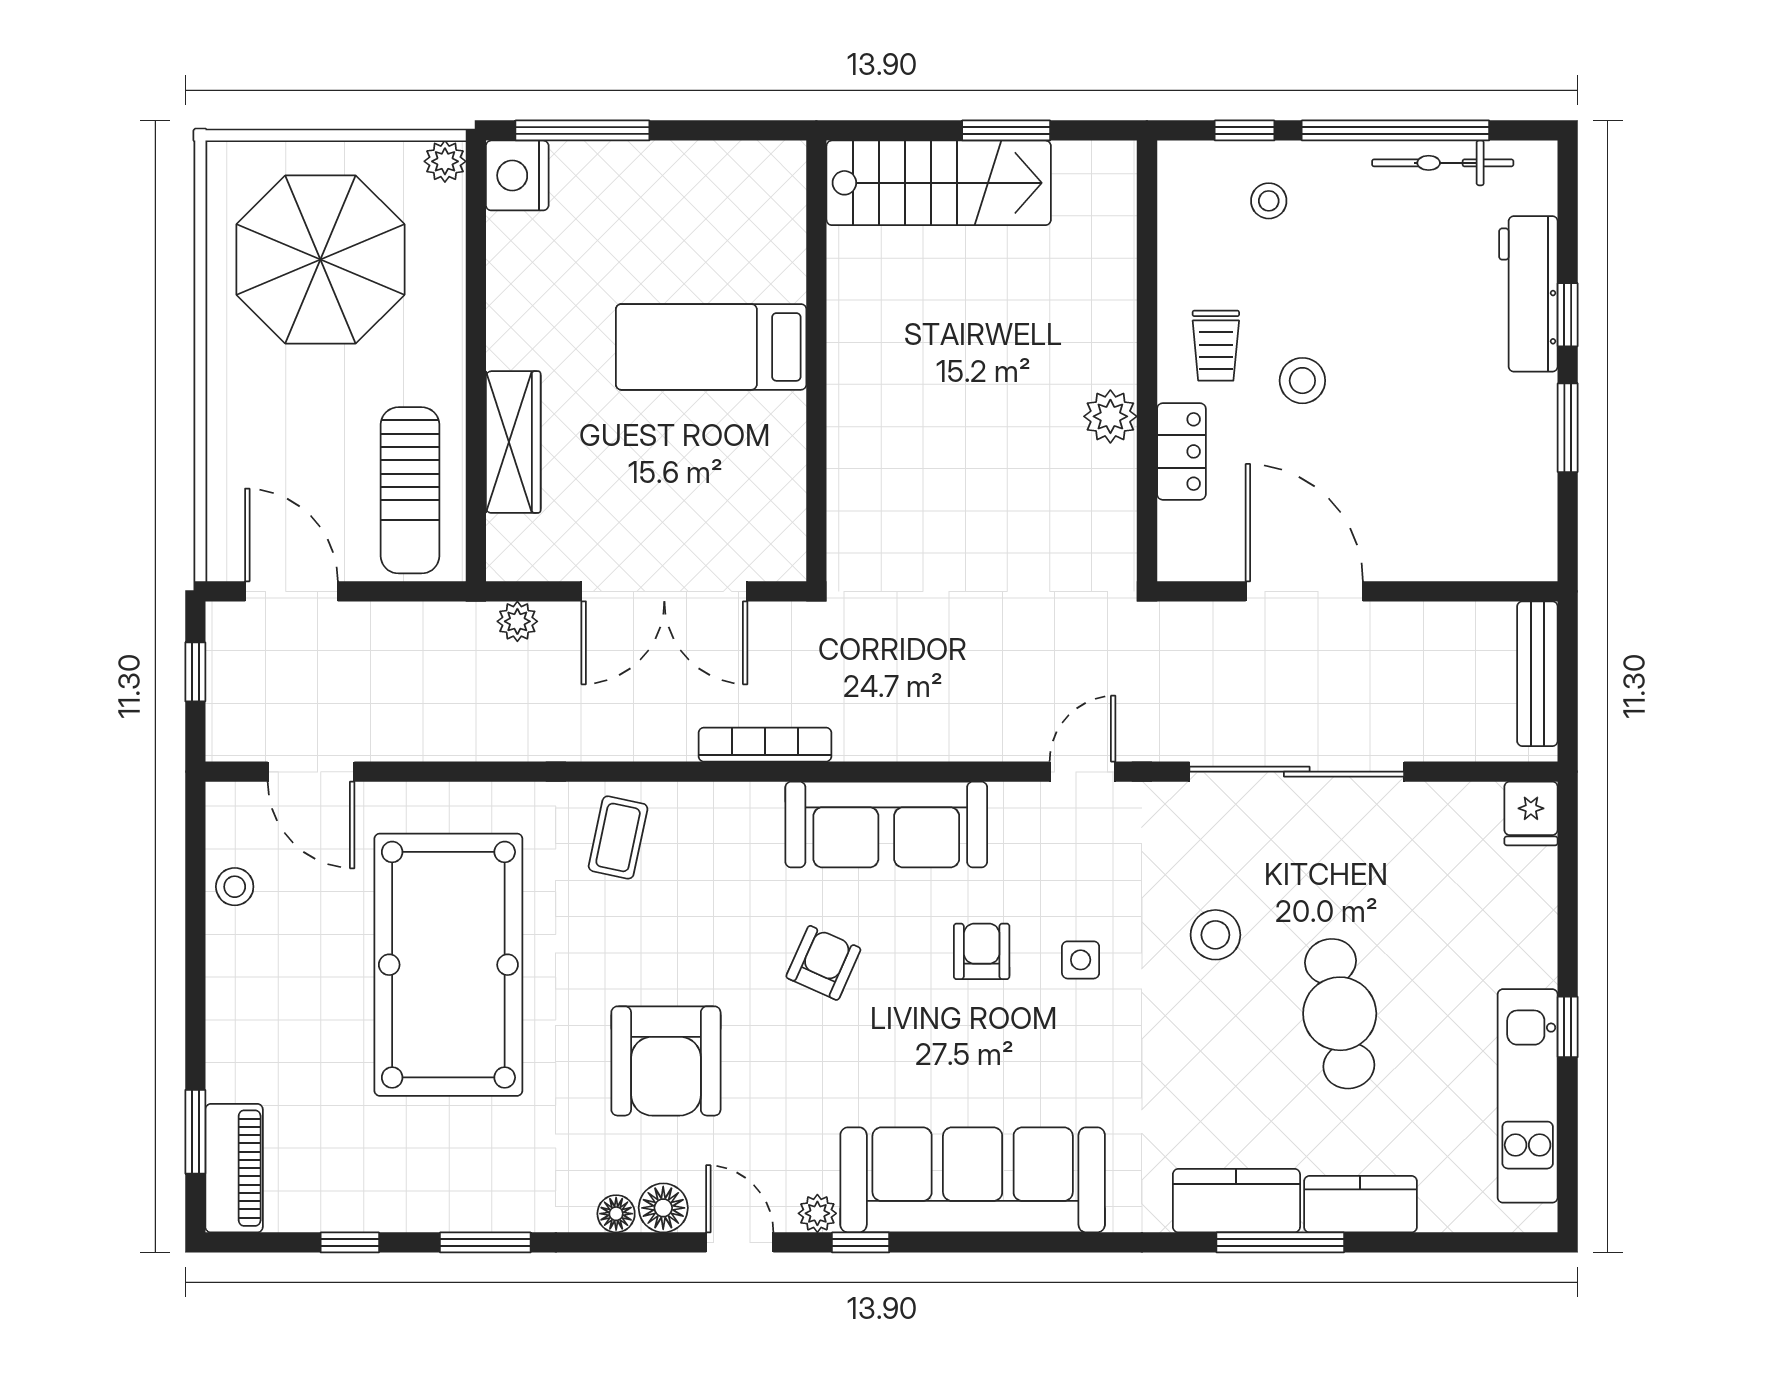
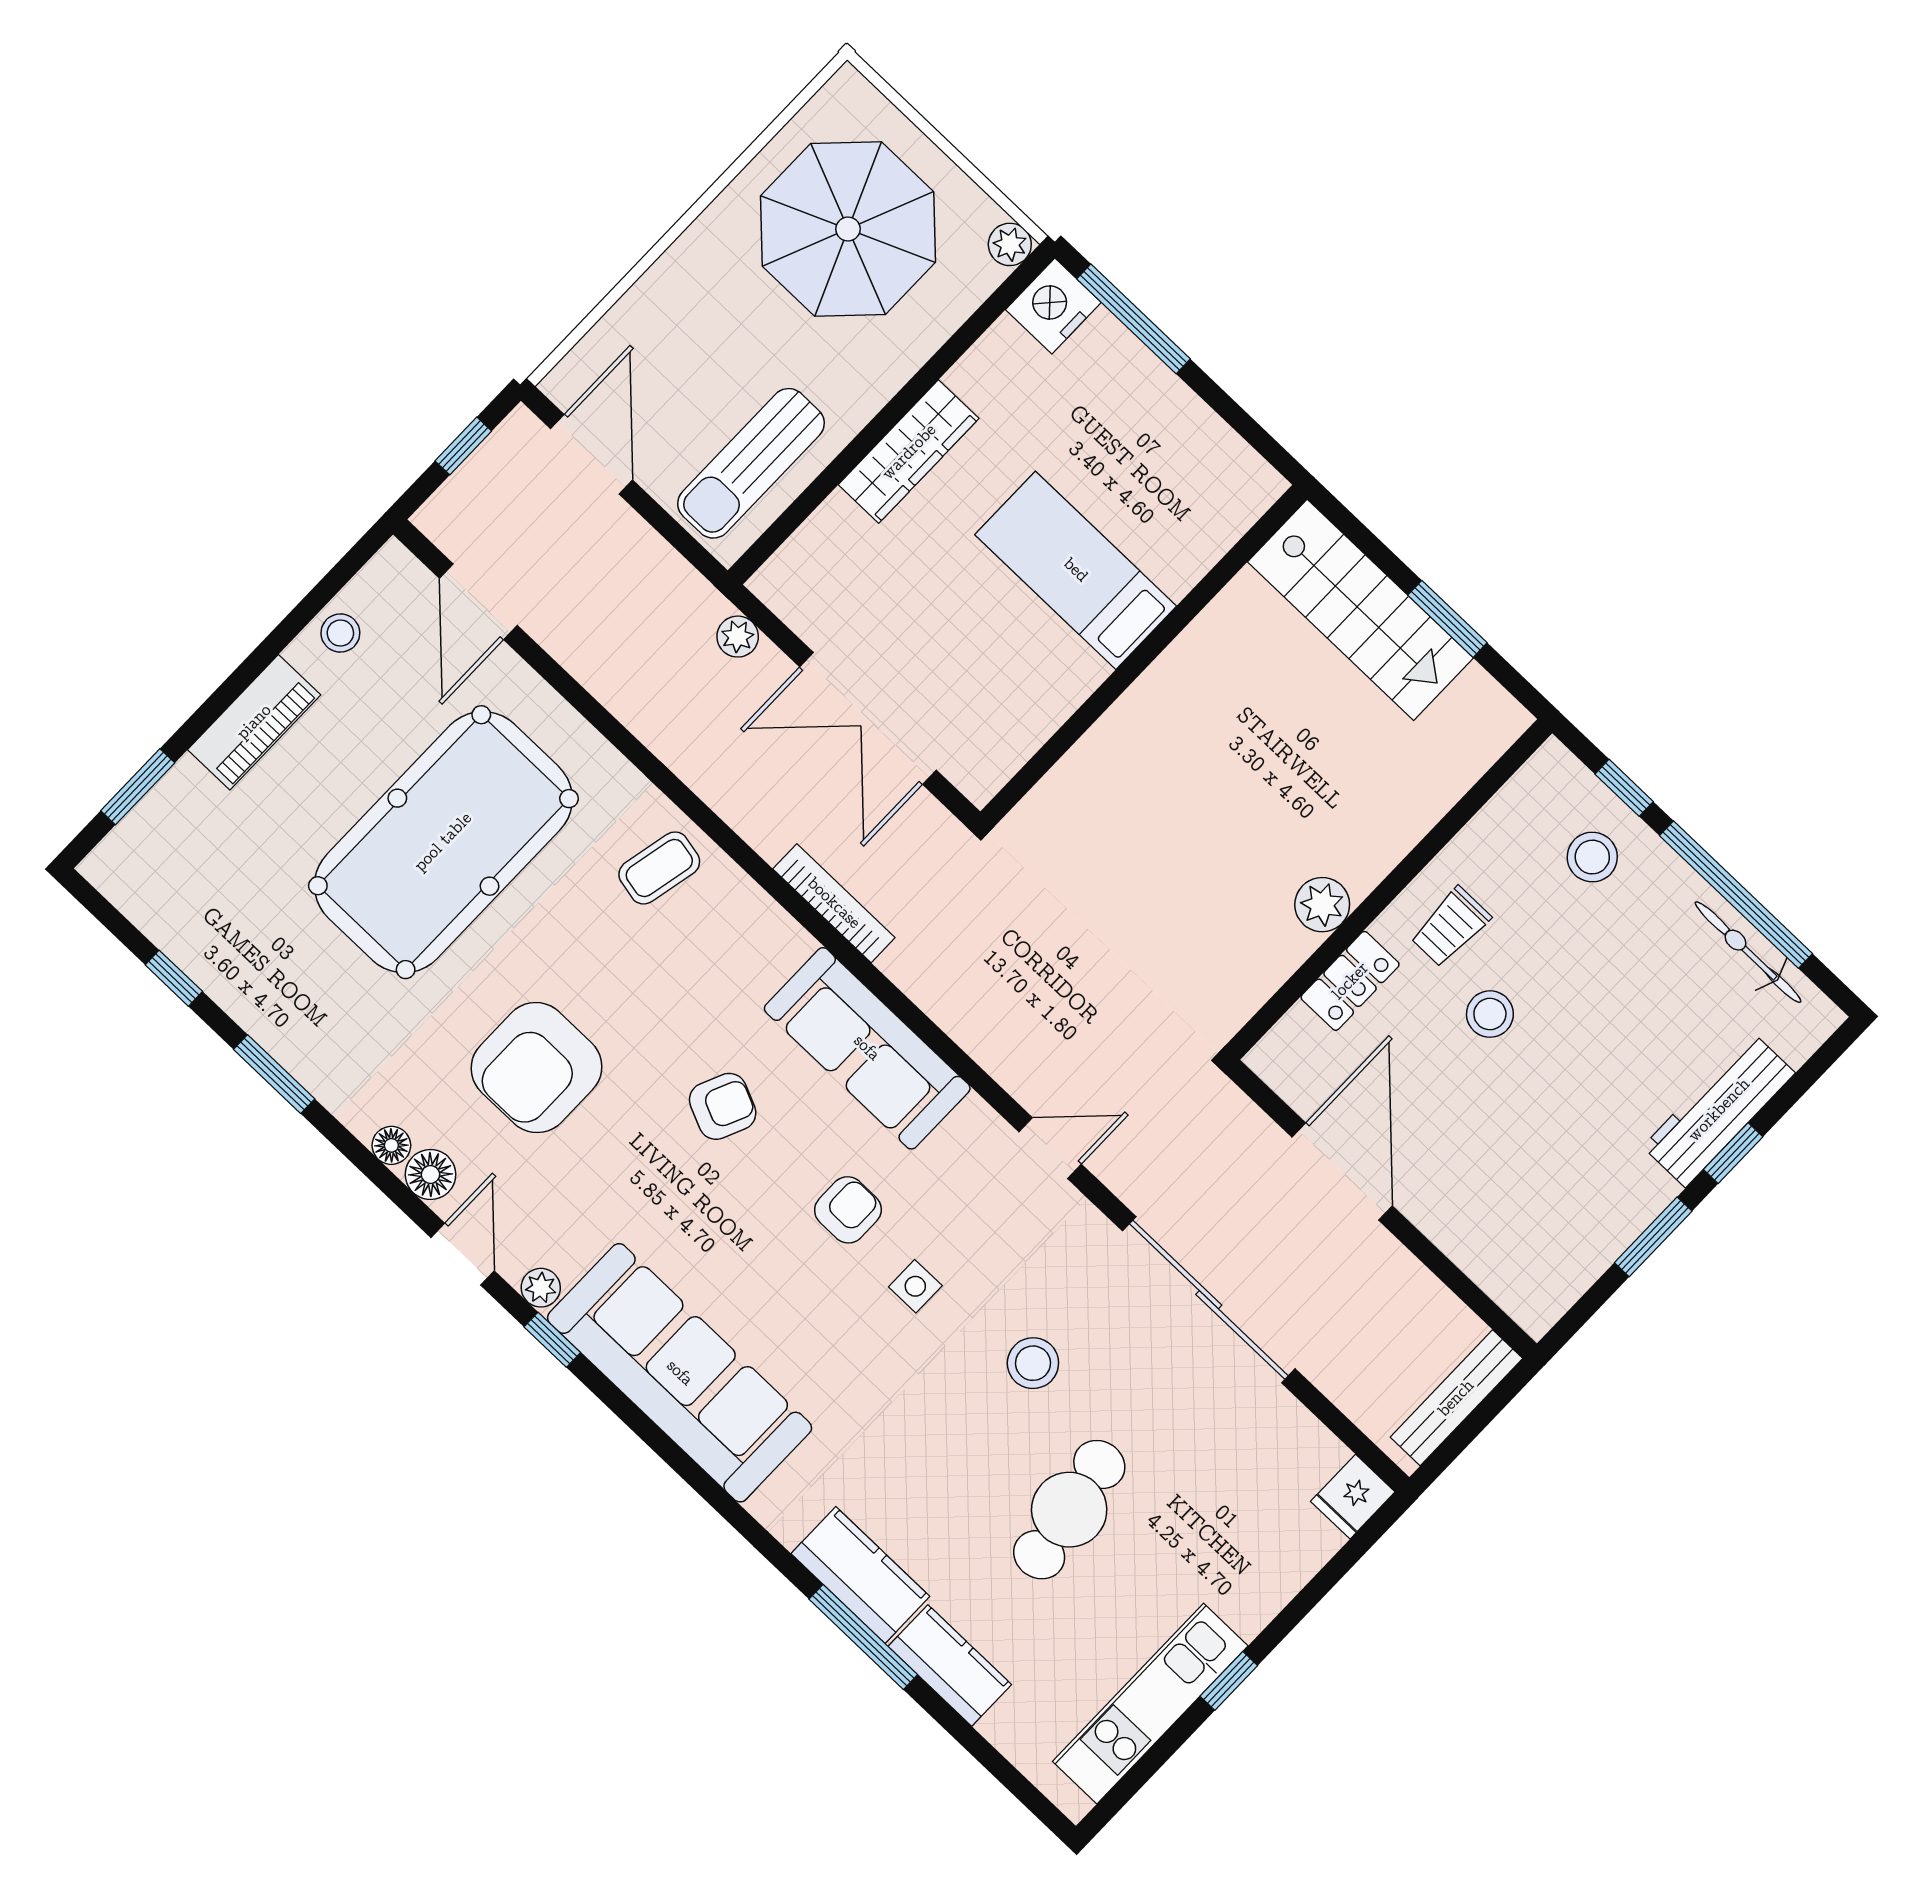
stool: (1269, 201) -> (1592, 857), width x1.37, depth x1.37
wardrobe: (513, 442) -> (909, 452), moved
piano: (234, 1168) -> (254, 722), moved

